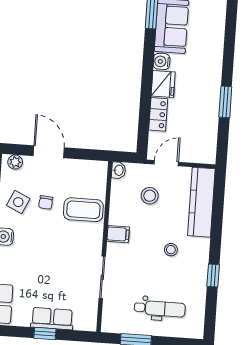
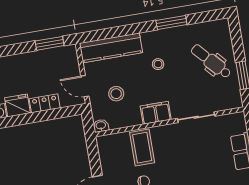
window: (225, 102) -> (50, 43), moved
filing cabinet: (118, 234) -> (156, 113), width x2.00
window: (213, 276) -> (171, 22), width x1.50
dental chair: (160, 309) -> (211, 61), turned -42

